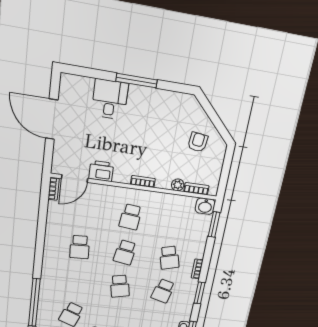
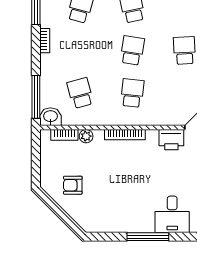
armchair: (198, 142) -> (73, 185), turned 83
bookcase: (143, 181) -> (125, 135), width x1.56
window: (214, 225) -> (36, 97), width x1.44
school desk: (169, 258) -> (80, 93), moved

